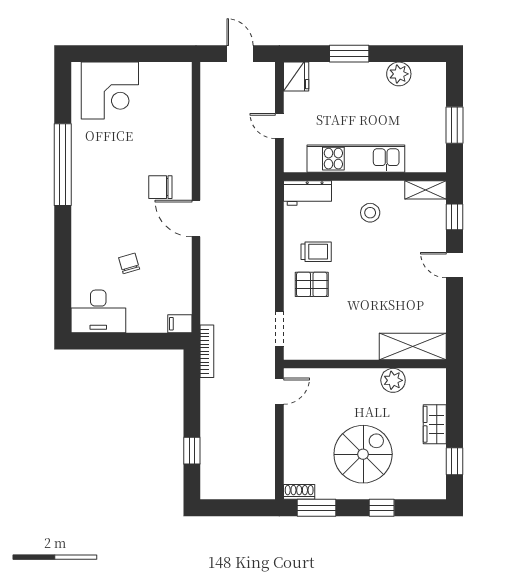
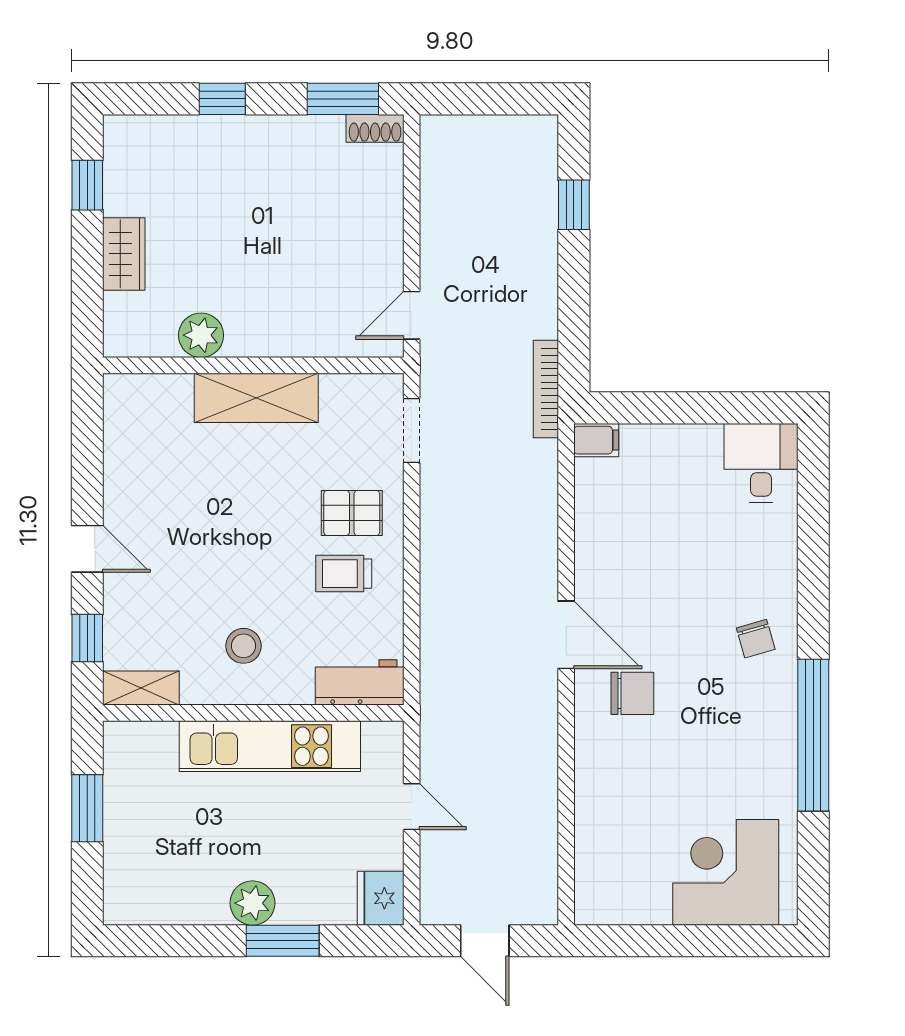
plant: (399, 74) -> (252, 903), moved
chair: (129, 263) -> (756, 639), moved
desk: (98, 311) -> (761, 463), width x0.73
shelving: (413, 347) -> (256, 398), moved
spiral stairs: (363, 454) -> (257, 198), removed

